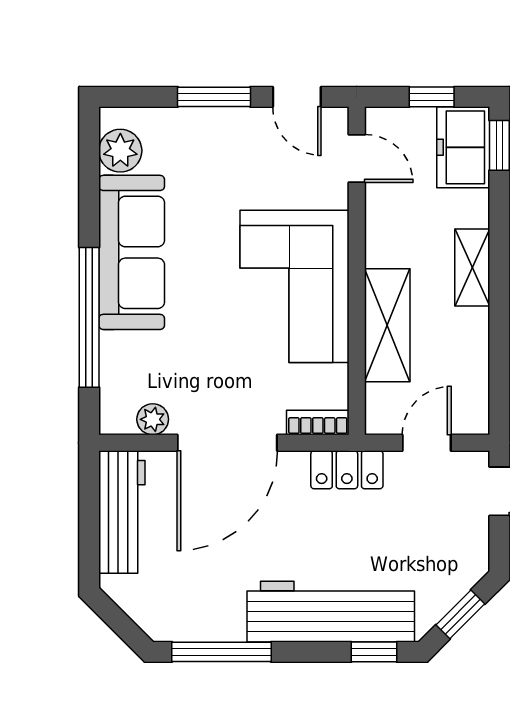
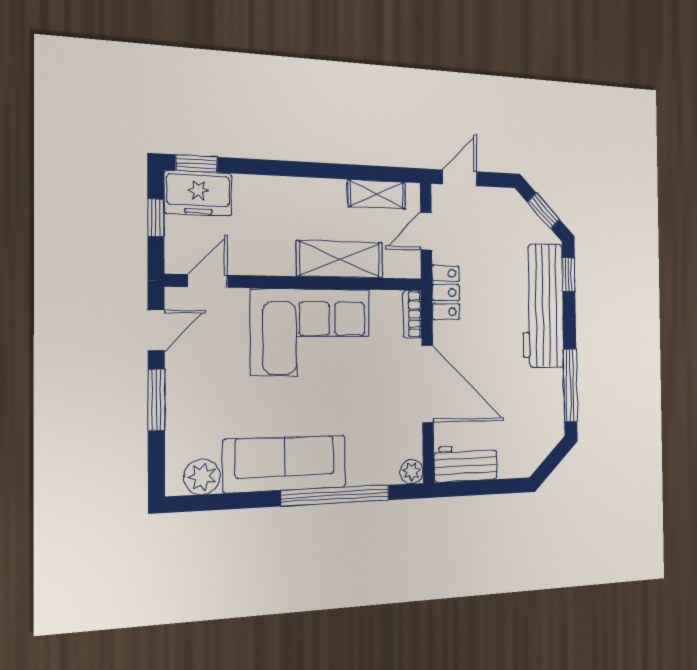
shelving: (472, 267) -> (377, 194), moved
plant: (153, 419) -> (412, 471), moved
door: (427, 443) -> (426, 231), hinge flipped
workbench: (122, 512) -> (466, 463), width x0.73

